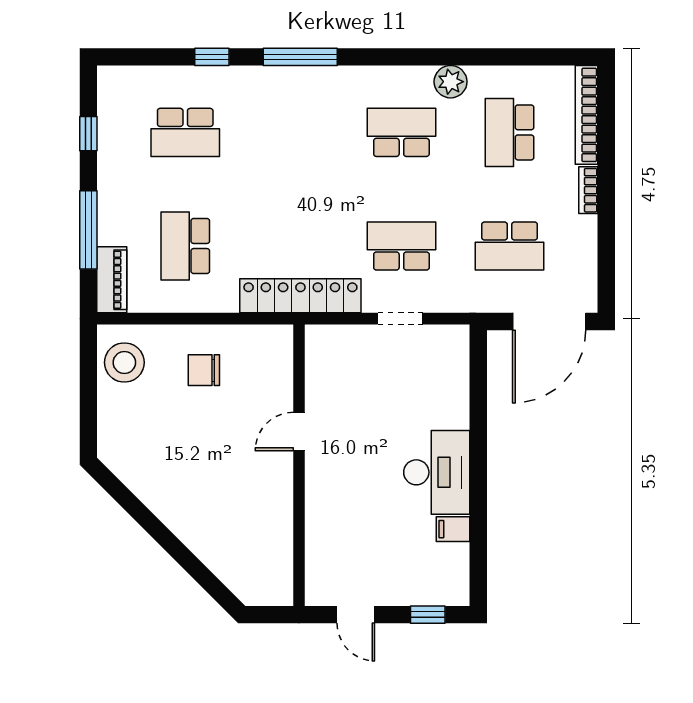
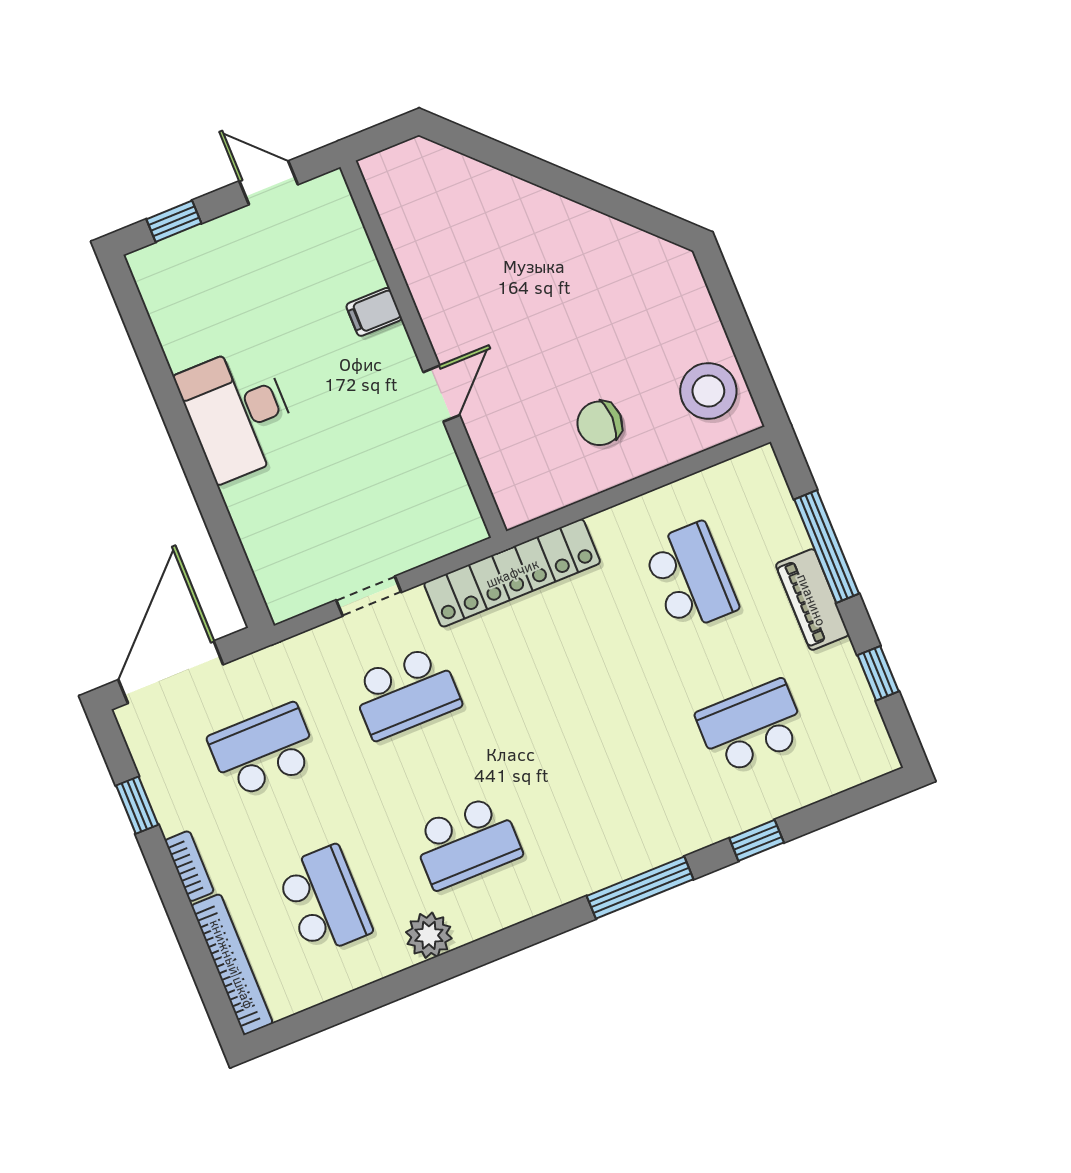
window: (606, 244) -> (137, 805), added
piano: (112, 280) -> (812, 600), moved
chair: (204, 370) -> (600, 423), turned 180
filing cabinet: (453, 529) -> (374, 312), moved, turned 180

